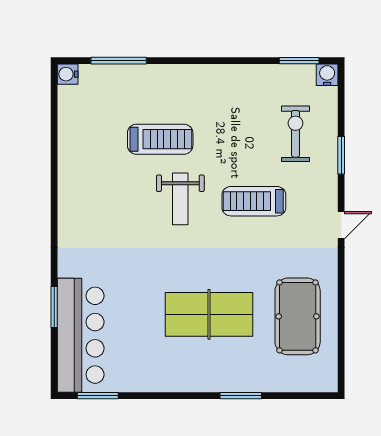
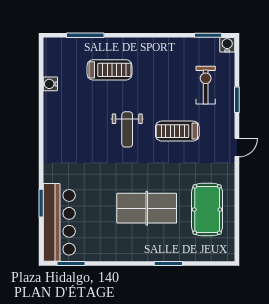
water cooler: (68, 74) -> (50, 84), moved
treadmill: (160, 139) -> (110, 70), moved

